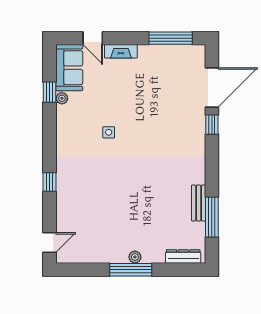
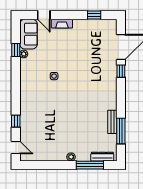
window: (171, 38) -> (94, 15), width x0.46
window: (50, 182) -> (16, 121), moved
door: (50, 242) -> (16, 147), hinge flipped
window: (131, 270) -> (90, 165), moved

